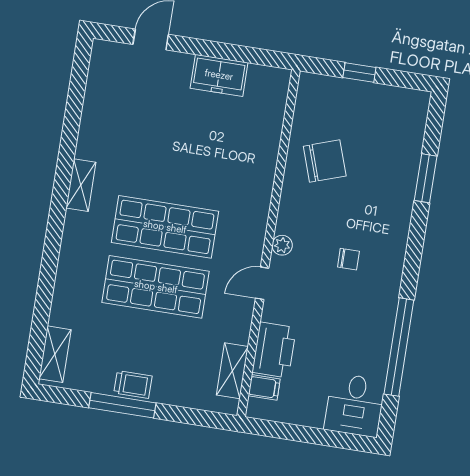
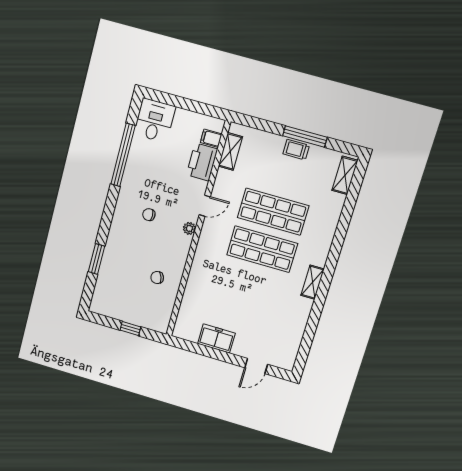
chair: (325, 161) -> (157, 278), width x0.54, depth x0.54

